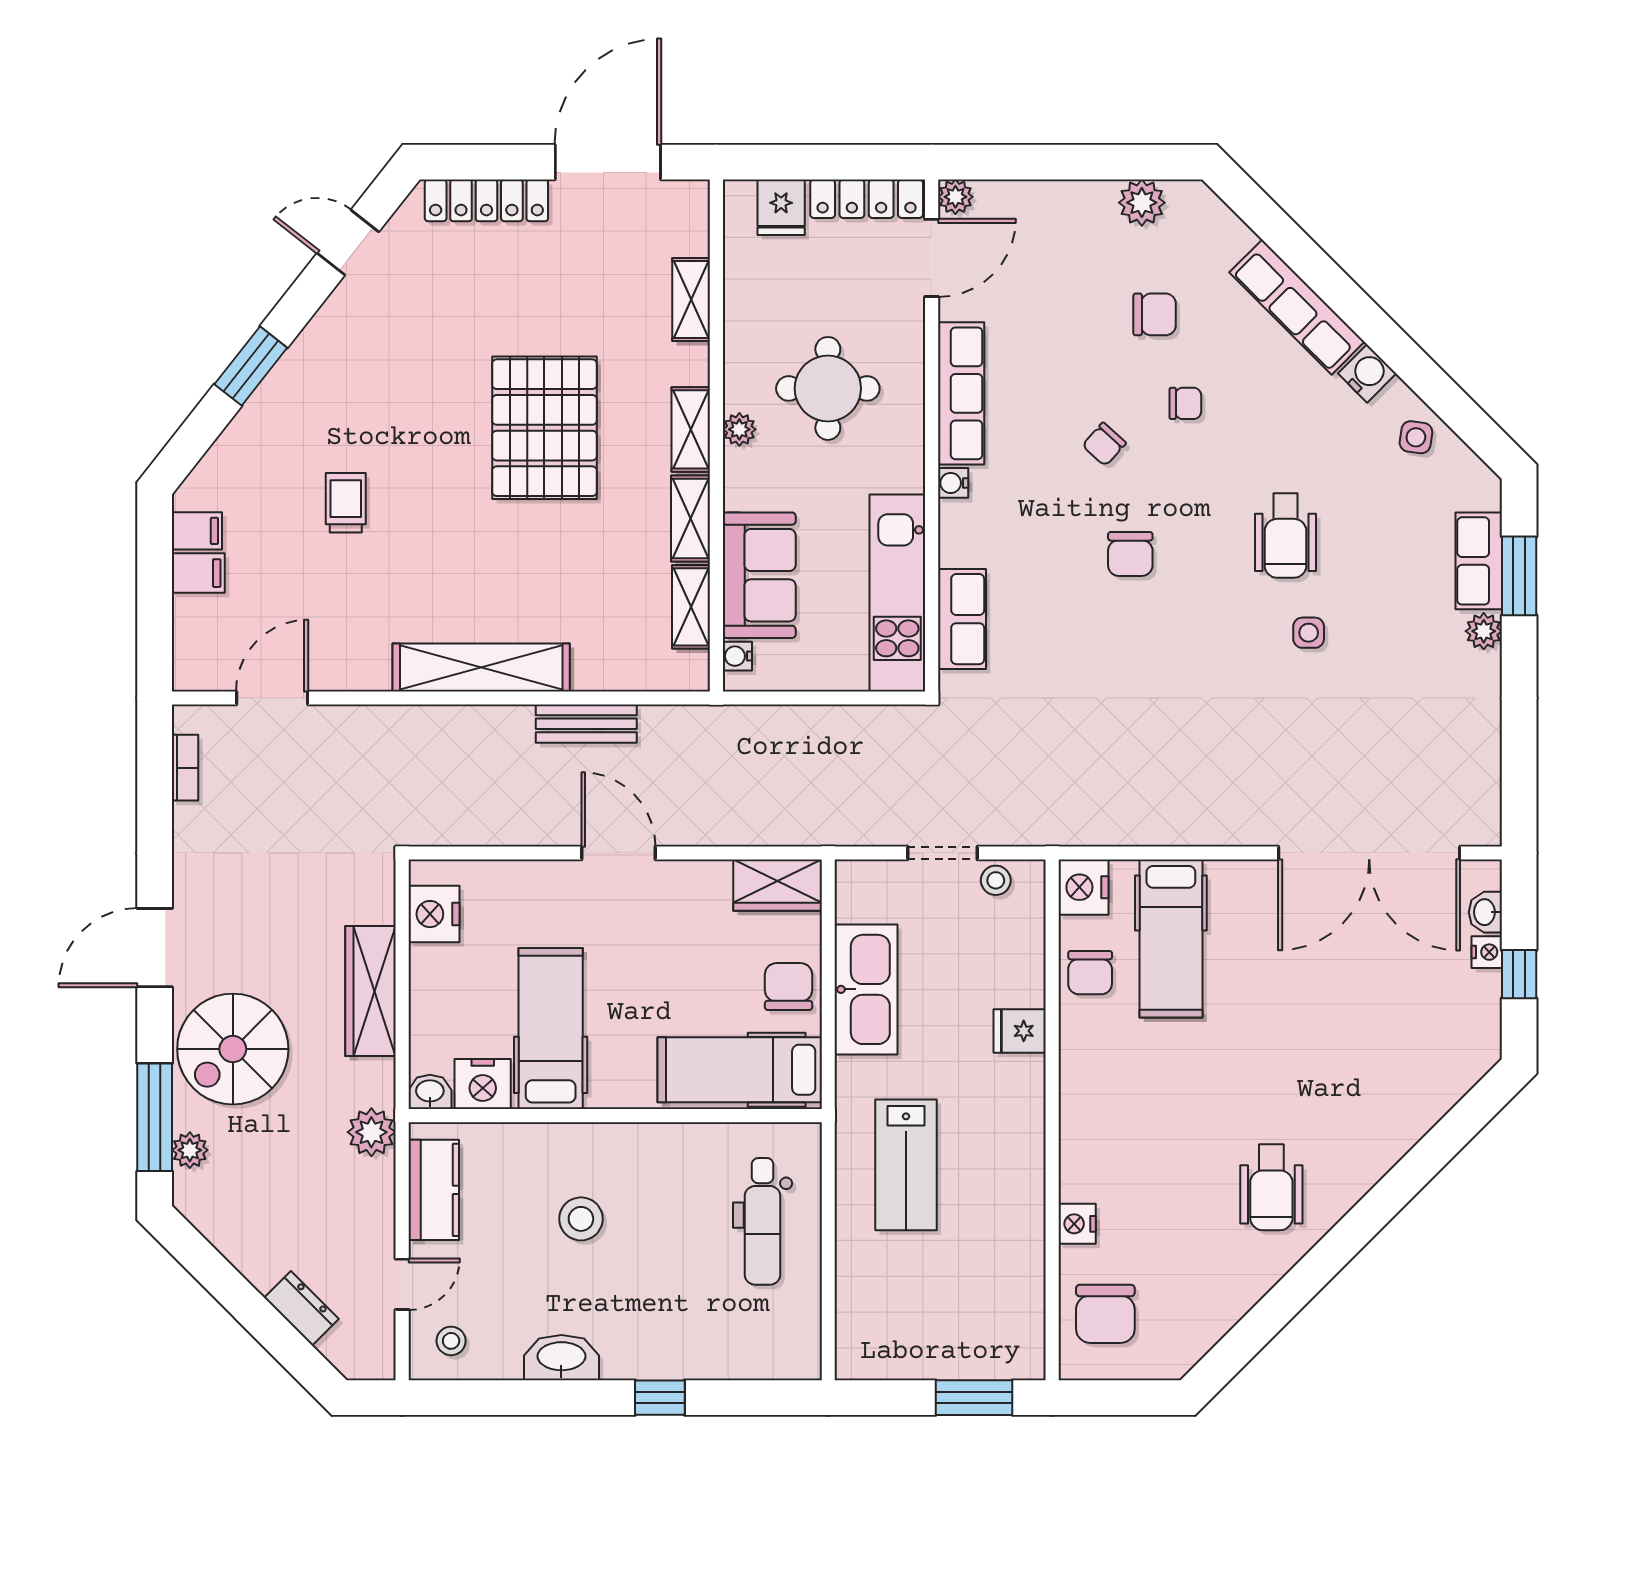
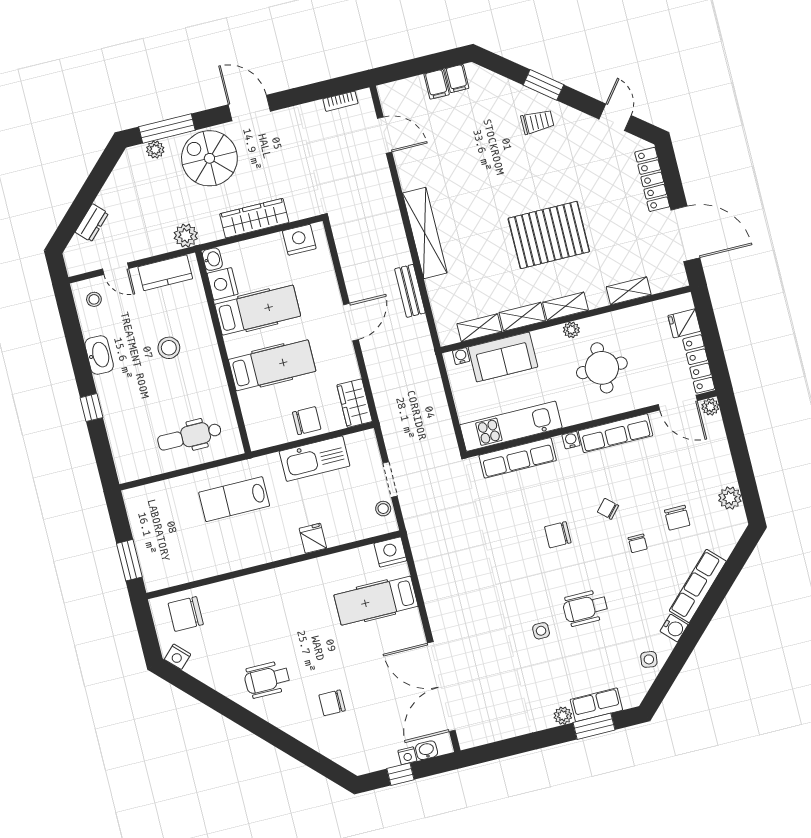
trolley: (346, 503) -> (537, 122), moved
row of seats: (962, 619) -> (518, 458), width x1.48
chair: (1090, 973) -> (332, 703), moved
hospital bed: (740, 1070) -> (272, 365), moved, turned 90
nightstand: (1077, 1224) -> (178, 657), moved, turned -135

